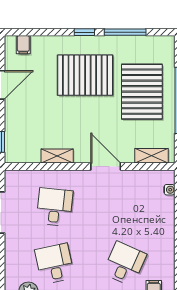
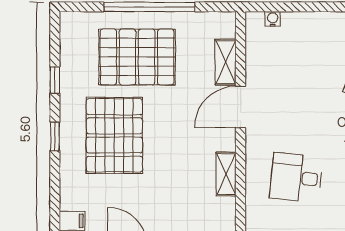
window: (125, 32) -> (55, 80), width x0.46
shelving: (152, 156) -> (226, 62), moved

